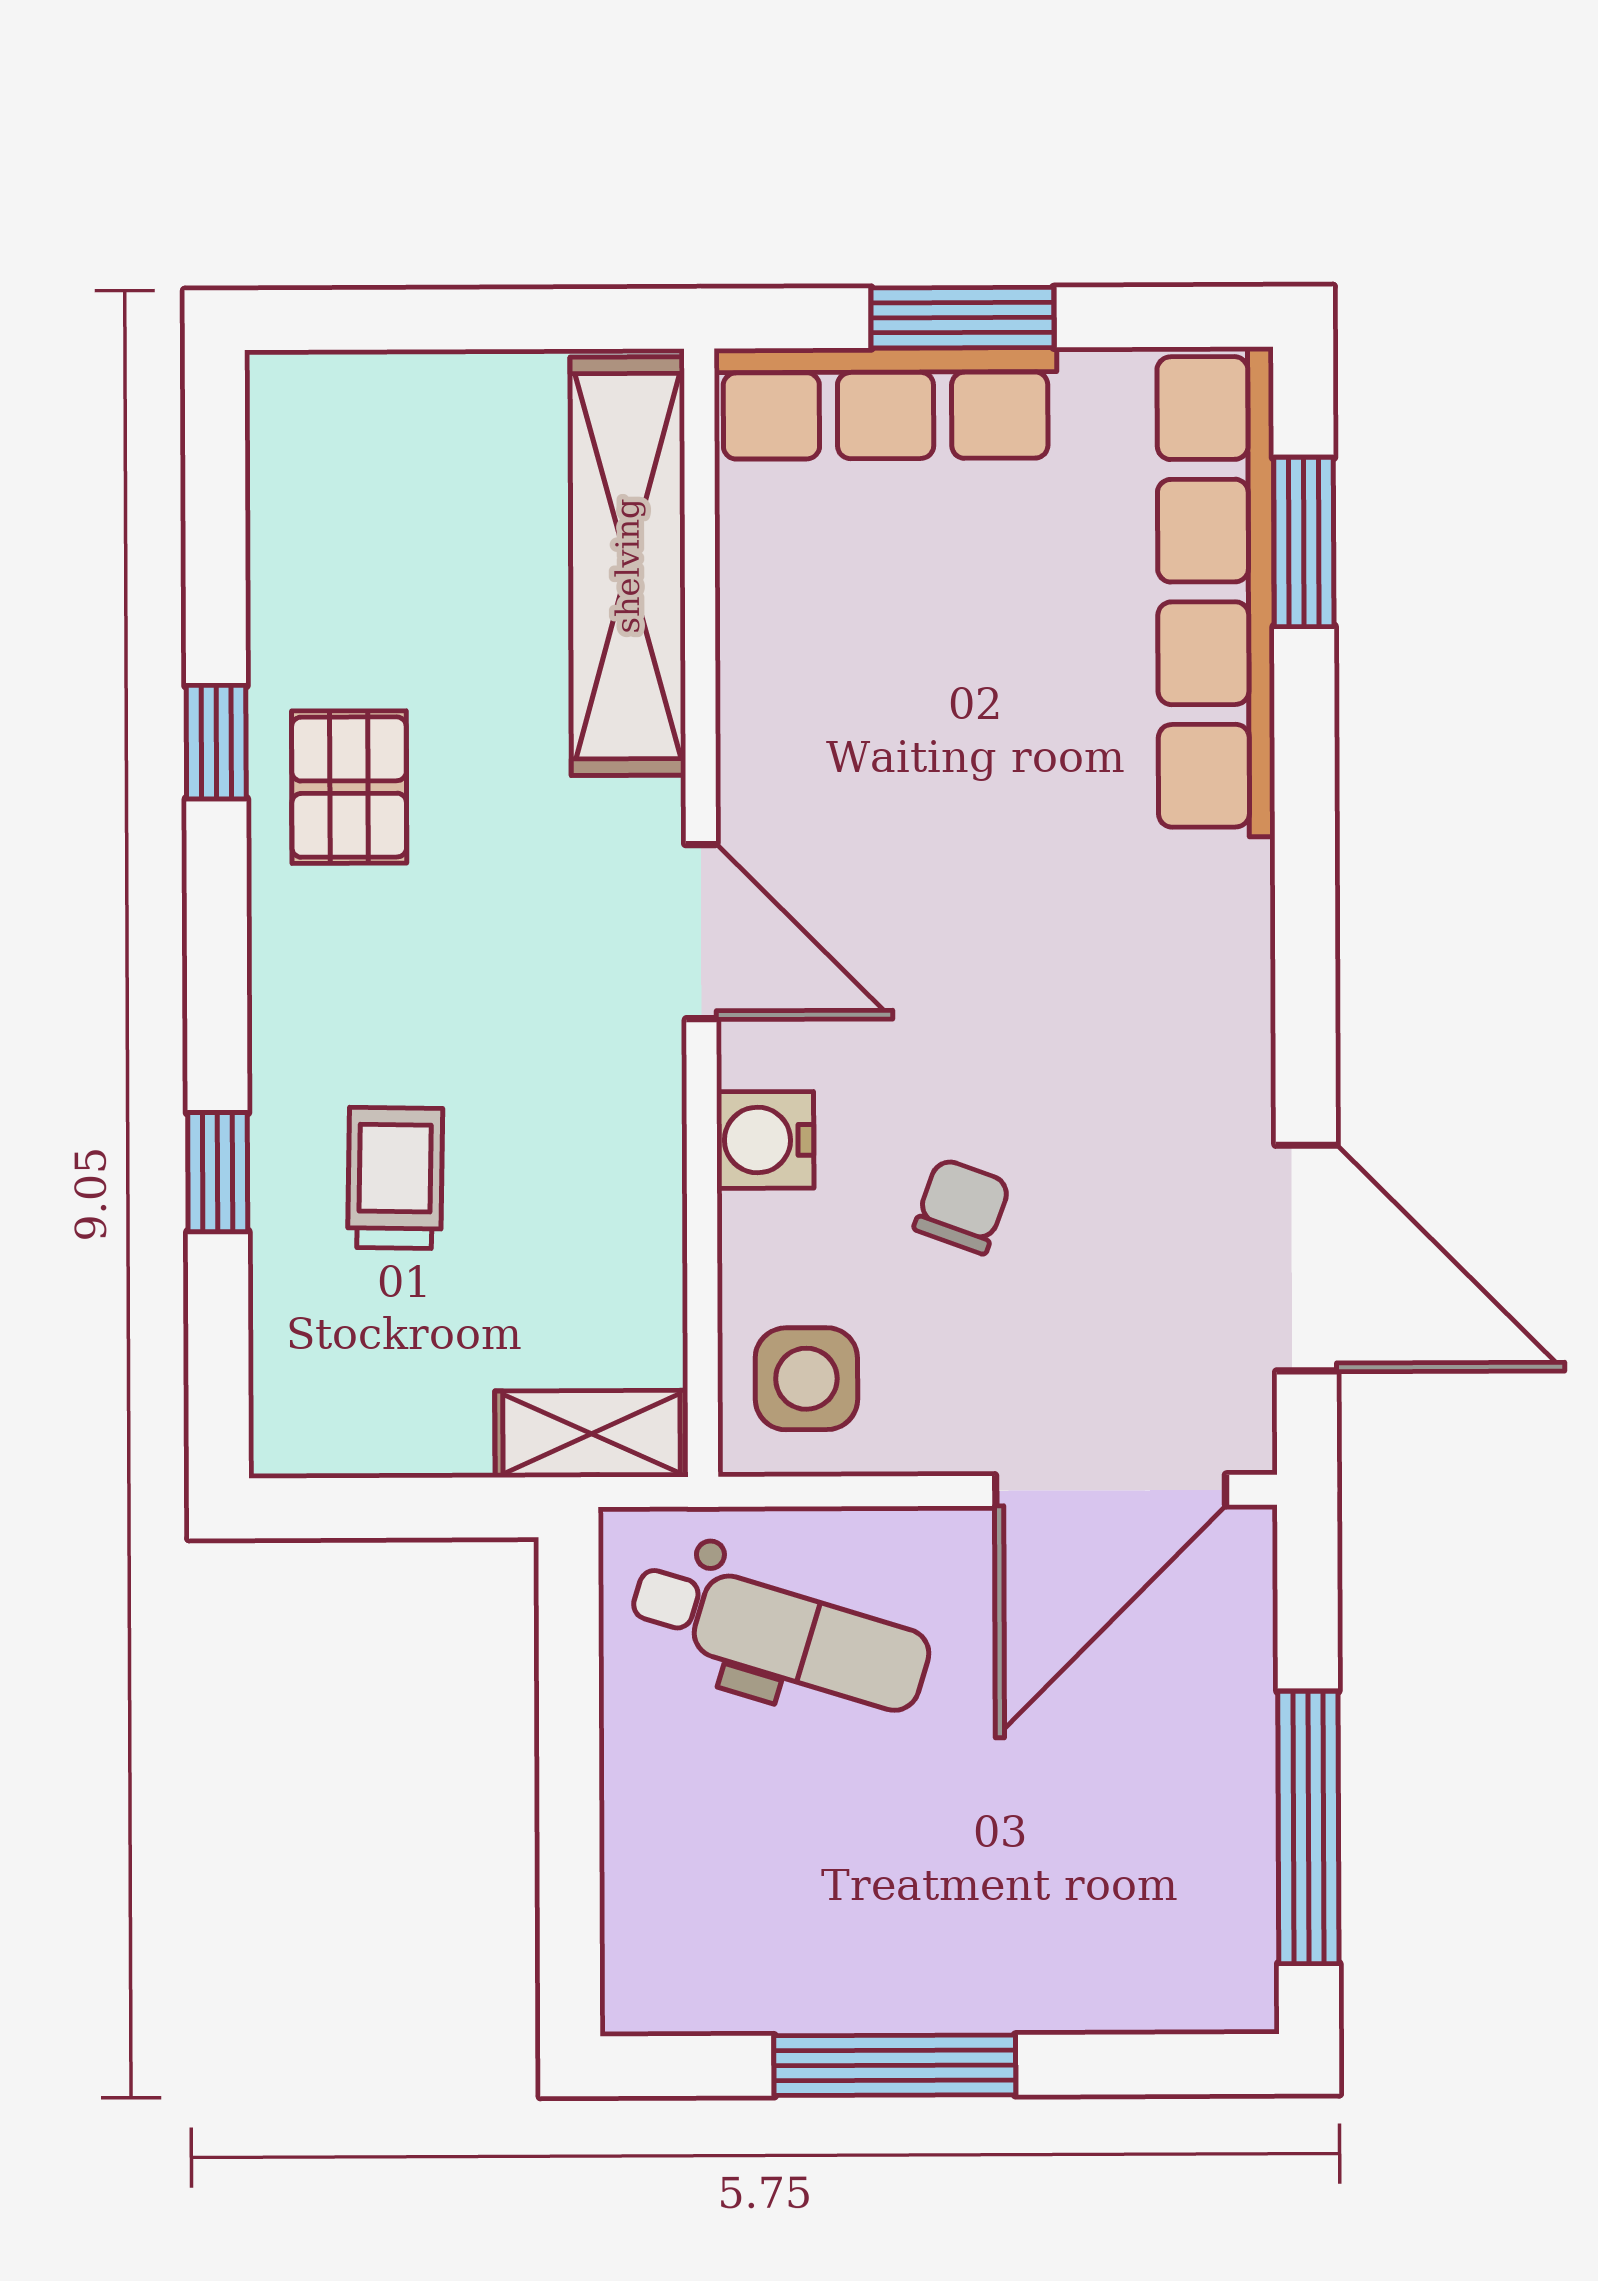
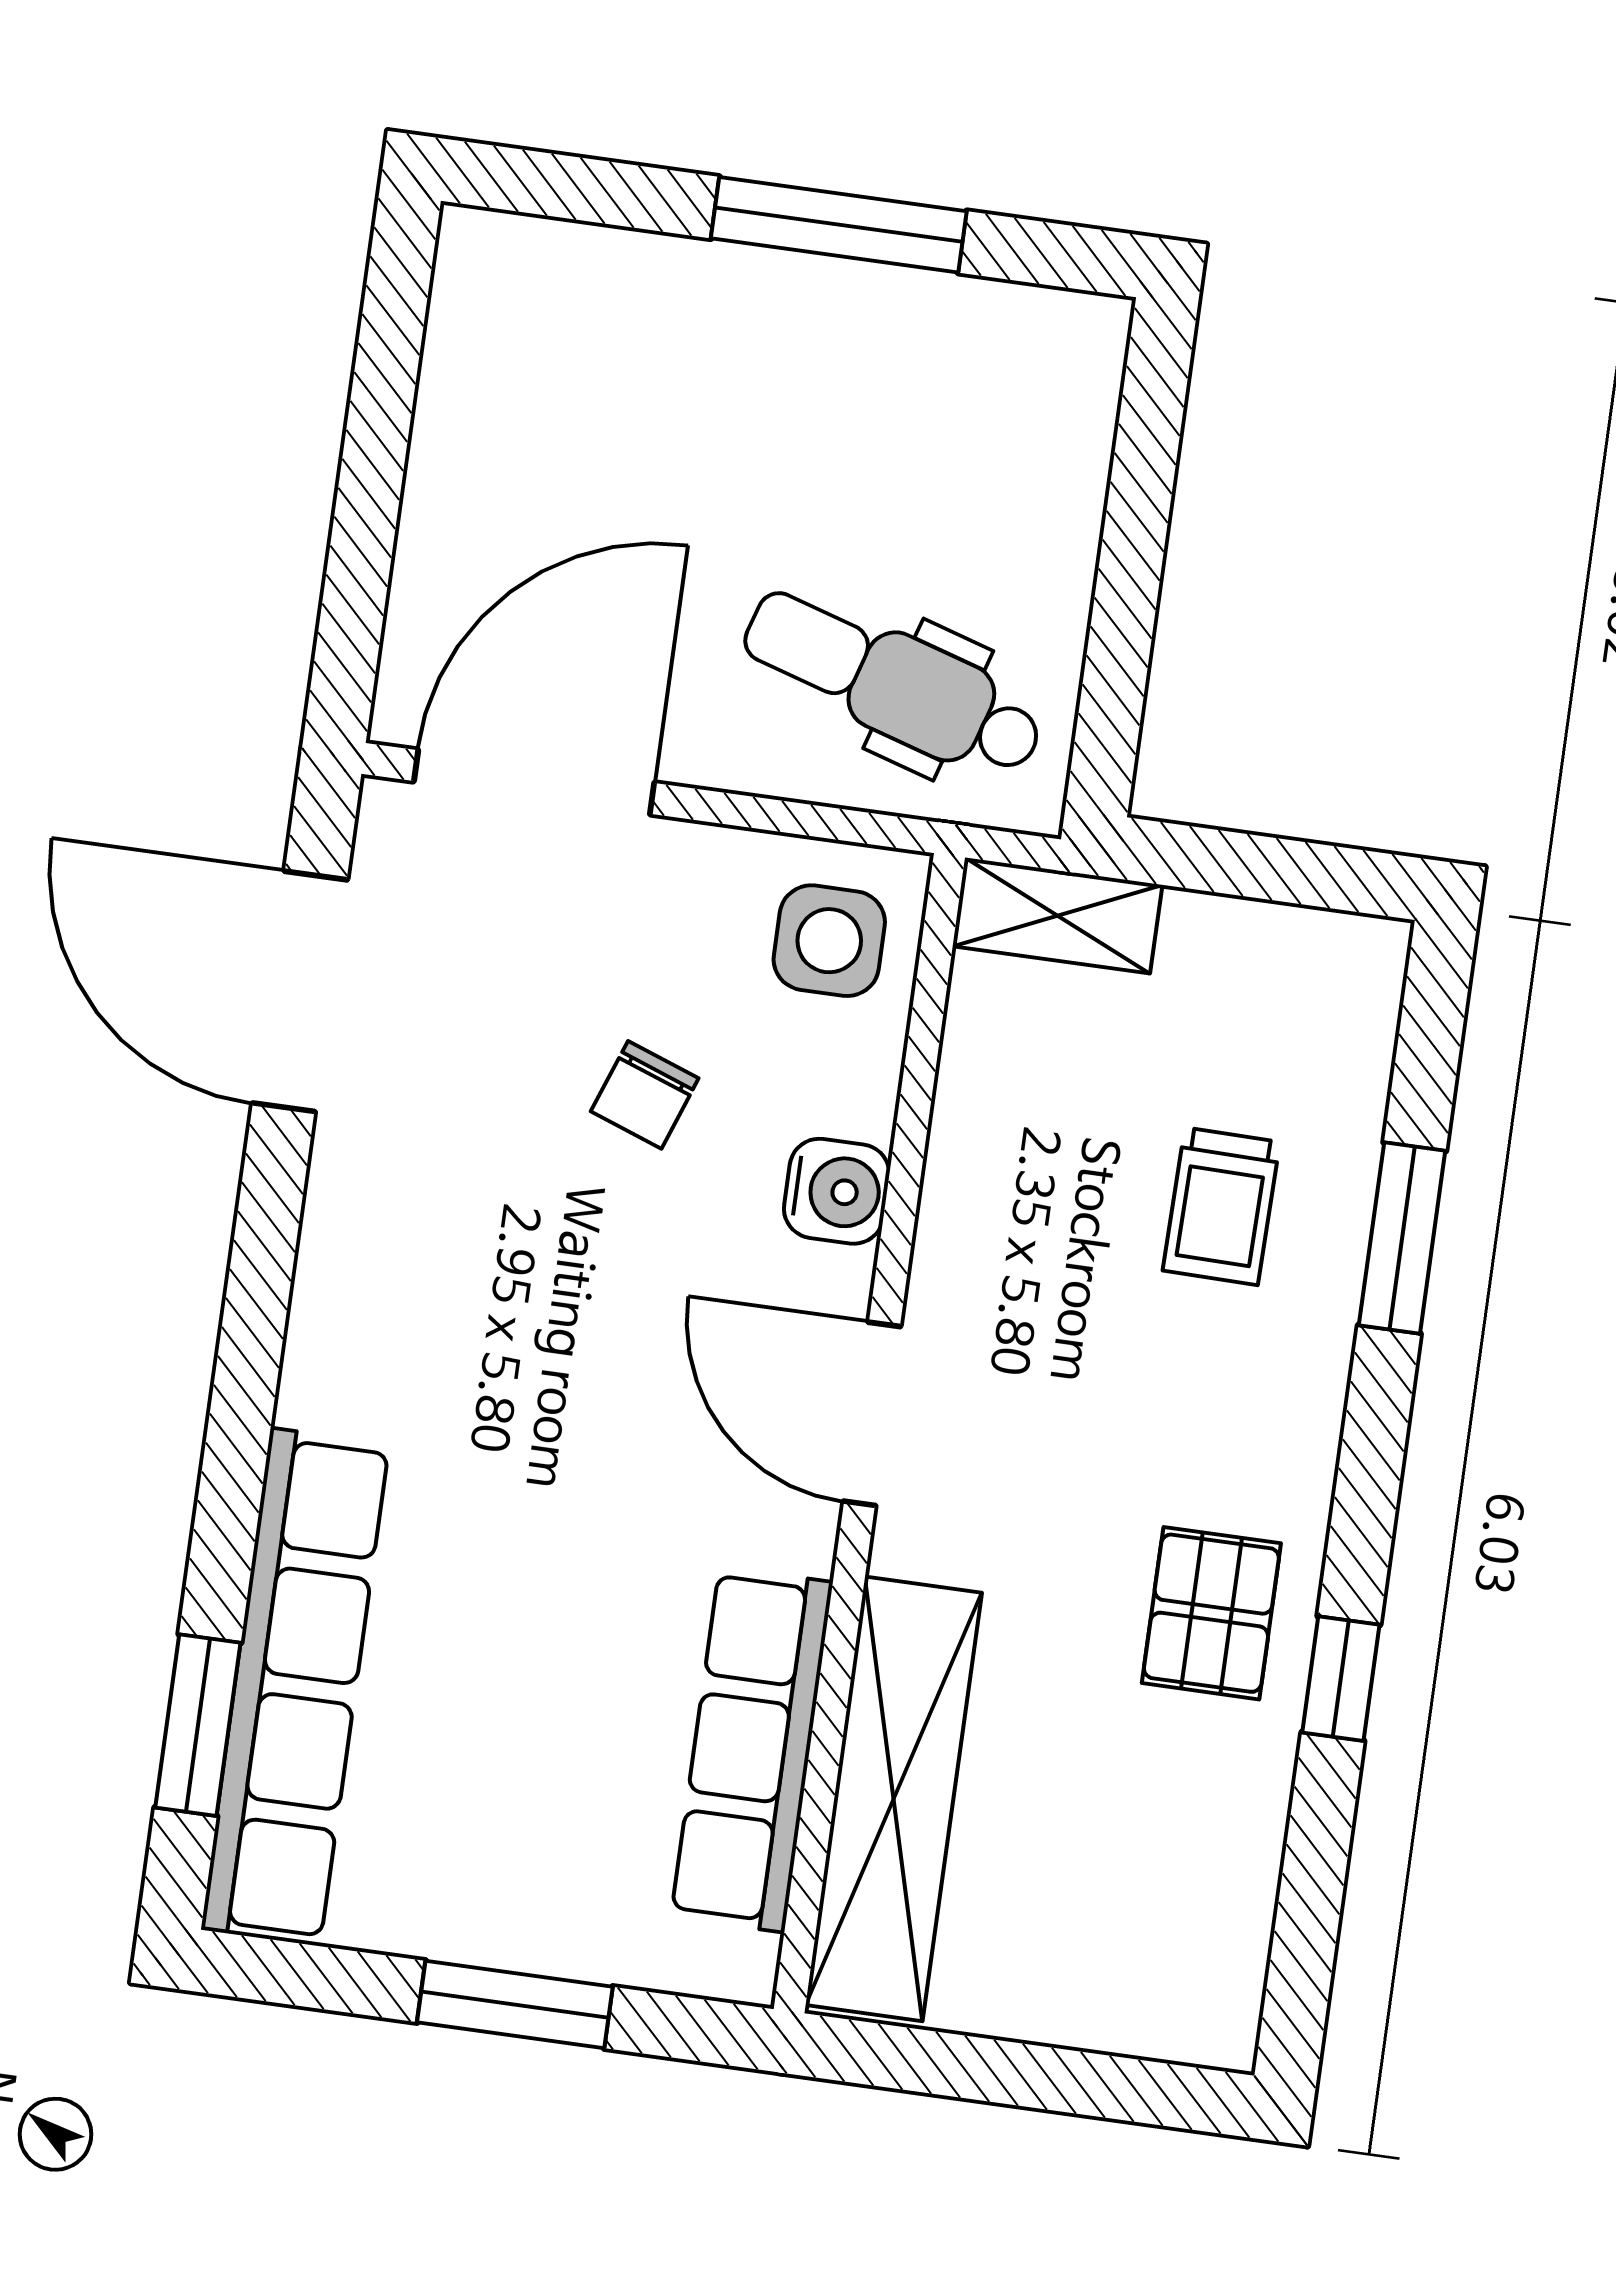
row of seats: (886, 403) -> (752, 1750), moved, turned -90
window: (218, 1172) -> (1402, 1238), width x1.50
window: (1308, 1827) -> (381, 408), removed

